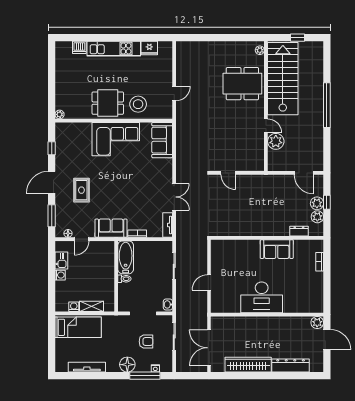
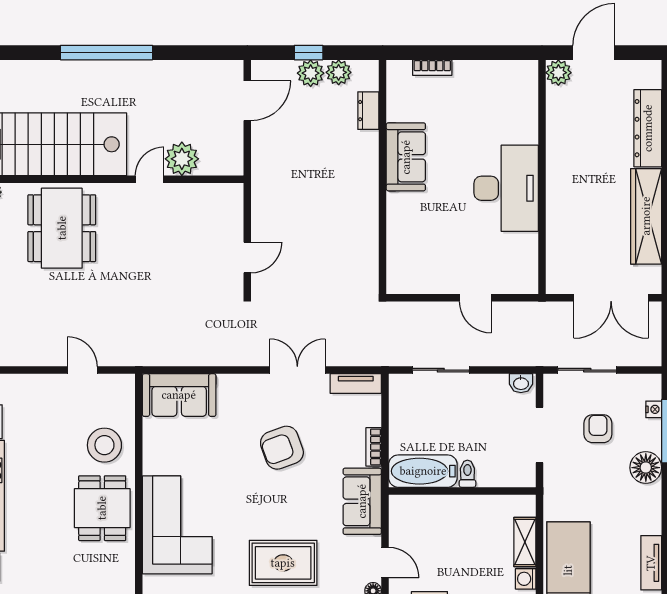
corner sofa: (116, 139) -> (177, 525), moved
rug: (81, 190) -> (283, 563), width x1.36, depth x1.43
armchair: (137, 190) -> (282, 448), added
tv unit: (87, 367) -> (651, 563), width x0.71

